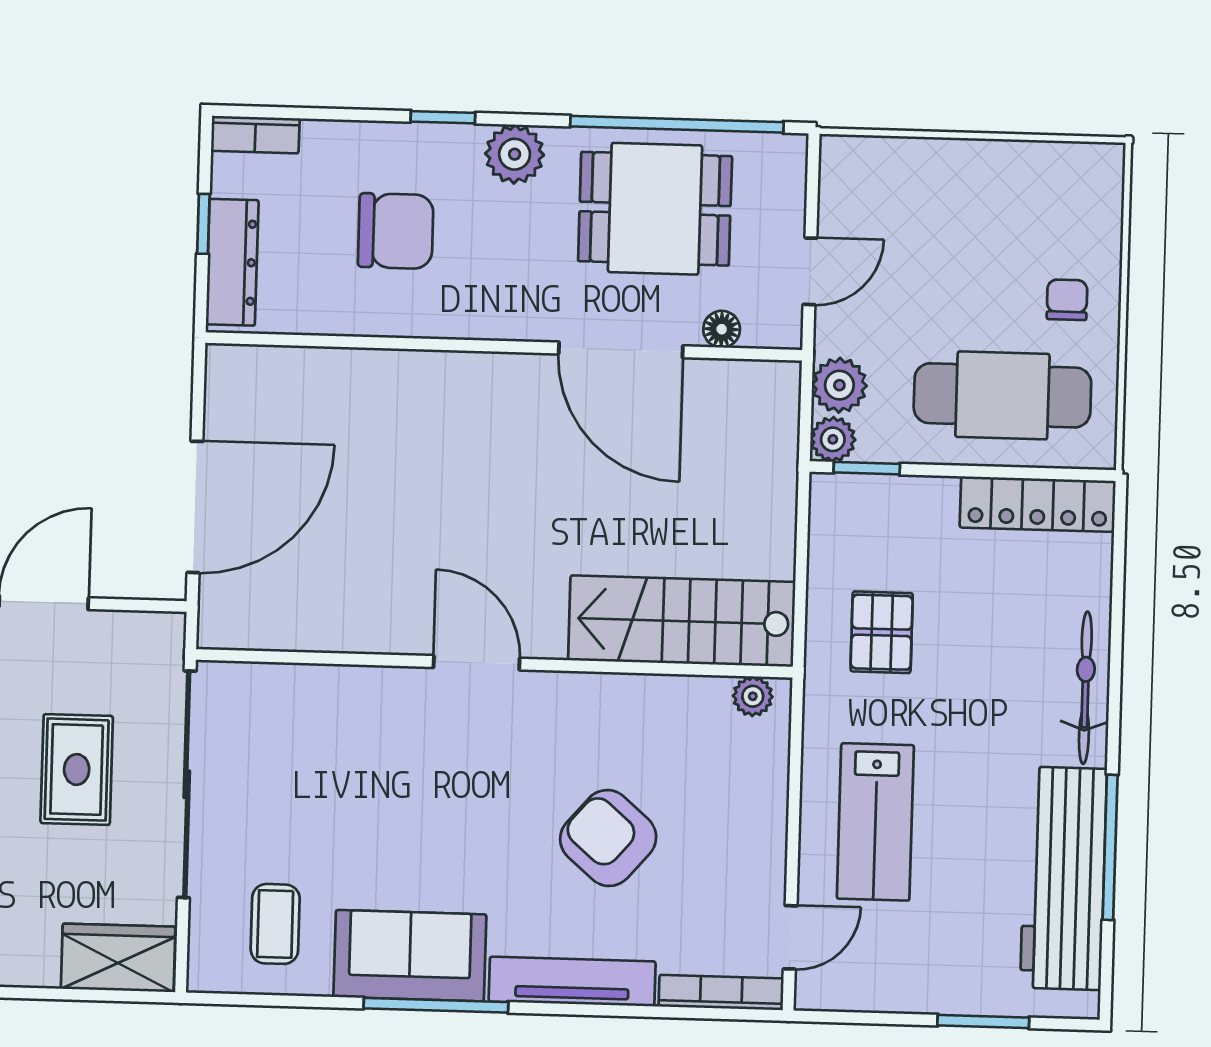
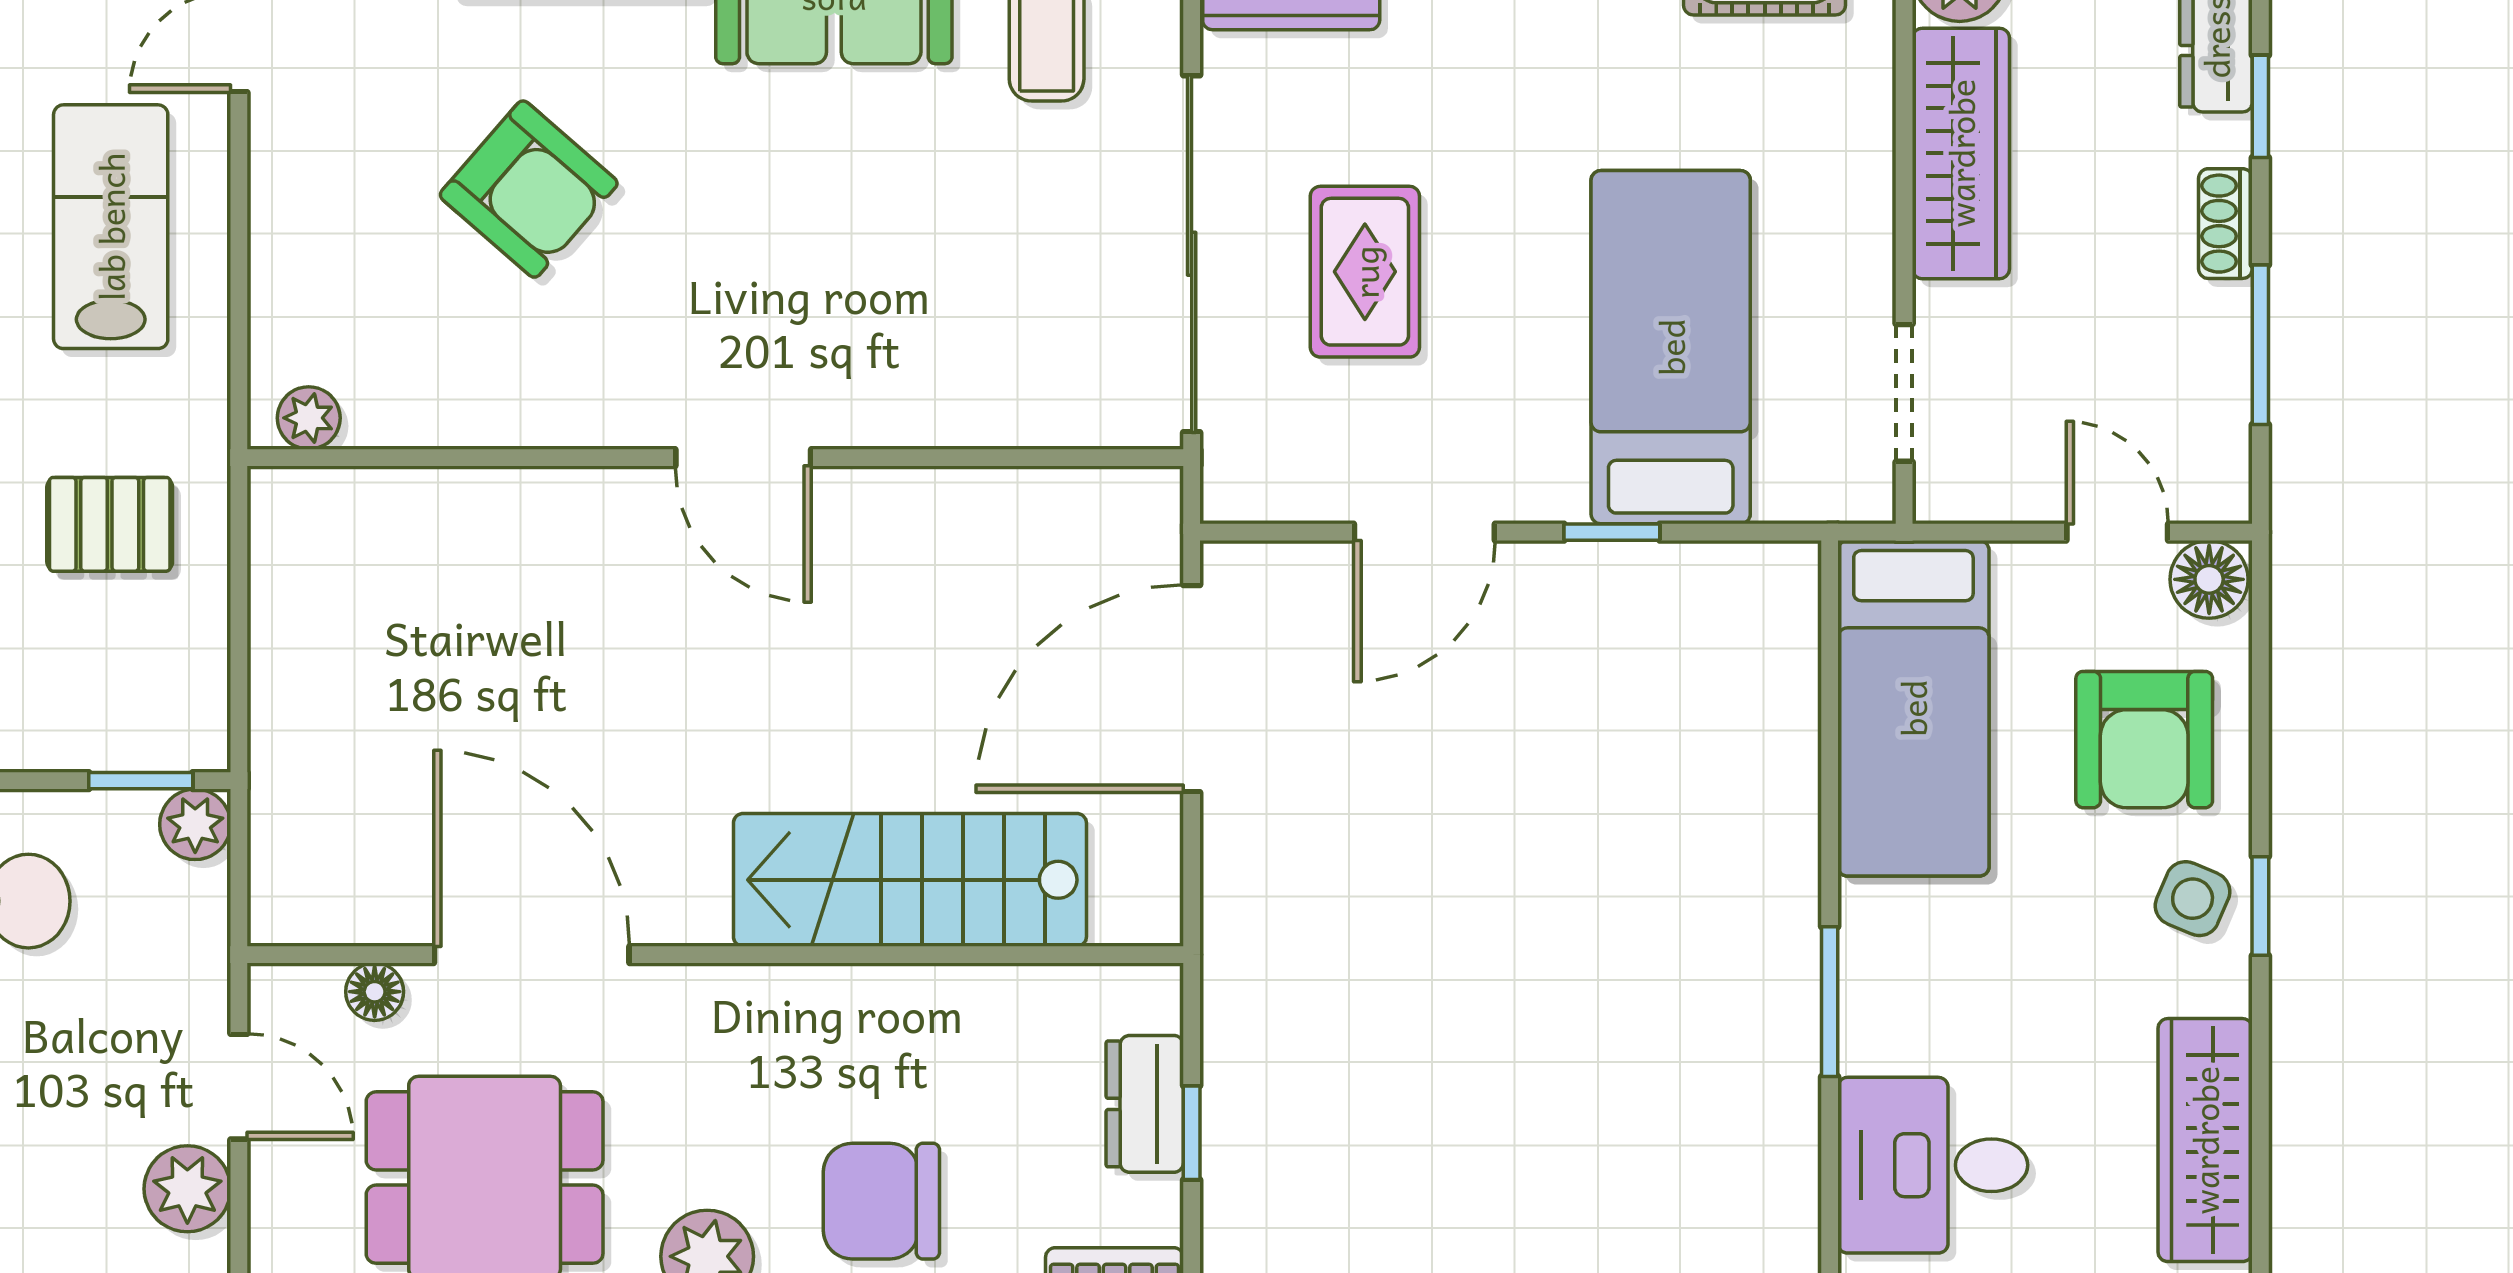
chair: (396, 231) -> (881, 1201), moved
dresser: (232, 262) -> (1145, 1104), width x0.70
door: (810, 271) -> (239, 1087), swing flipped
plant: (839, 385) -> (187, 1189), moved
stairs: (682, 621) -> (910, 880), moved, turned 180
pallet: (882, 632) -> (110, 524), turned 90

